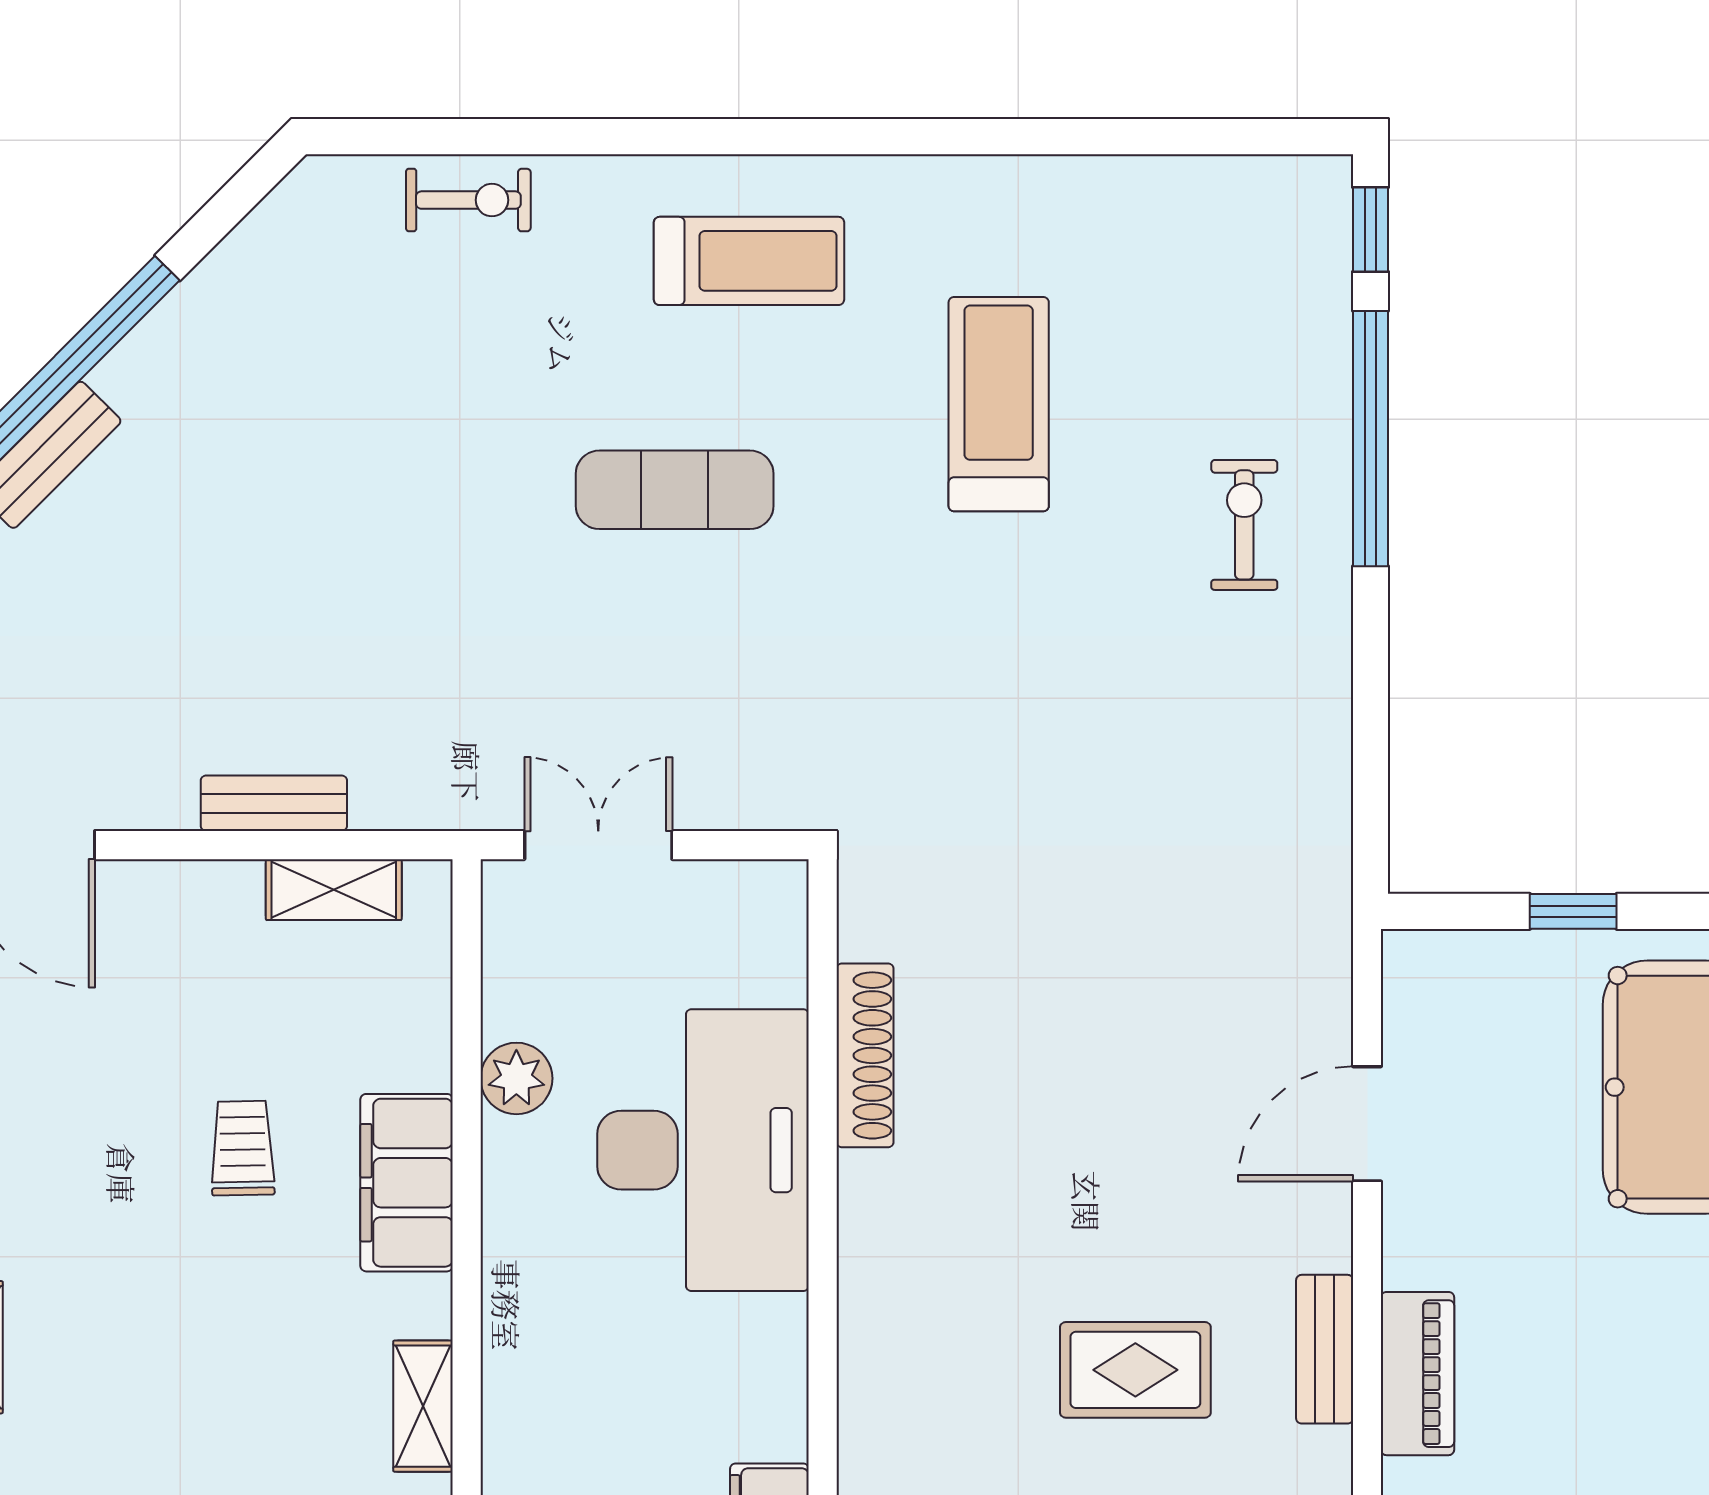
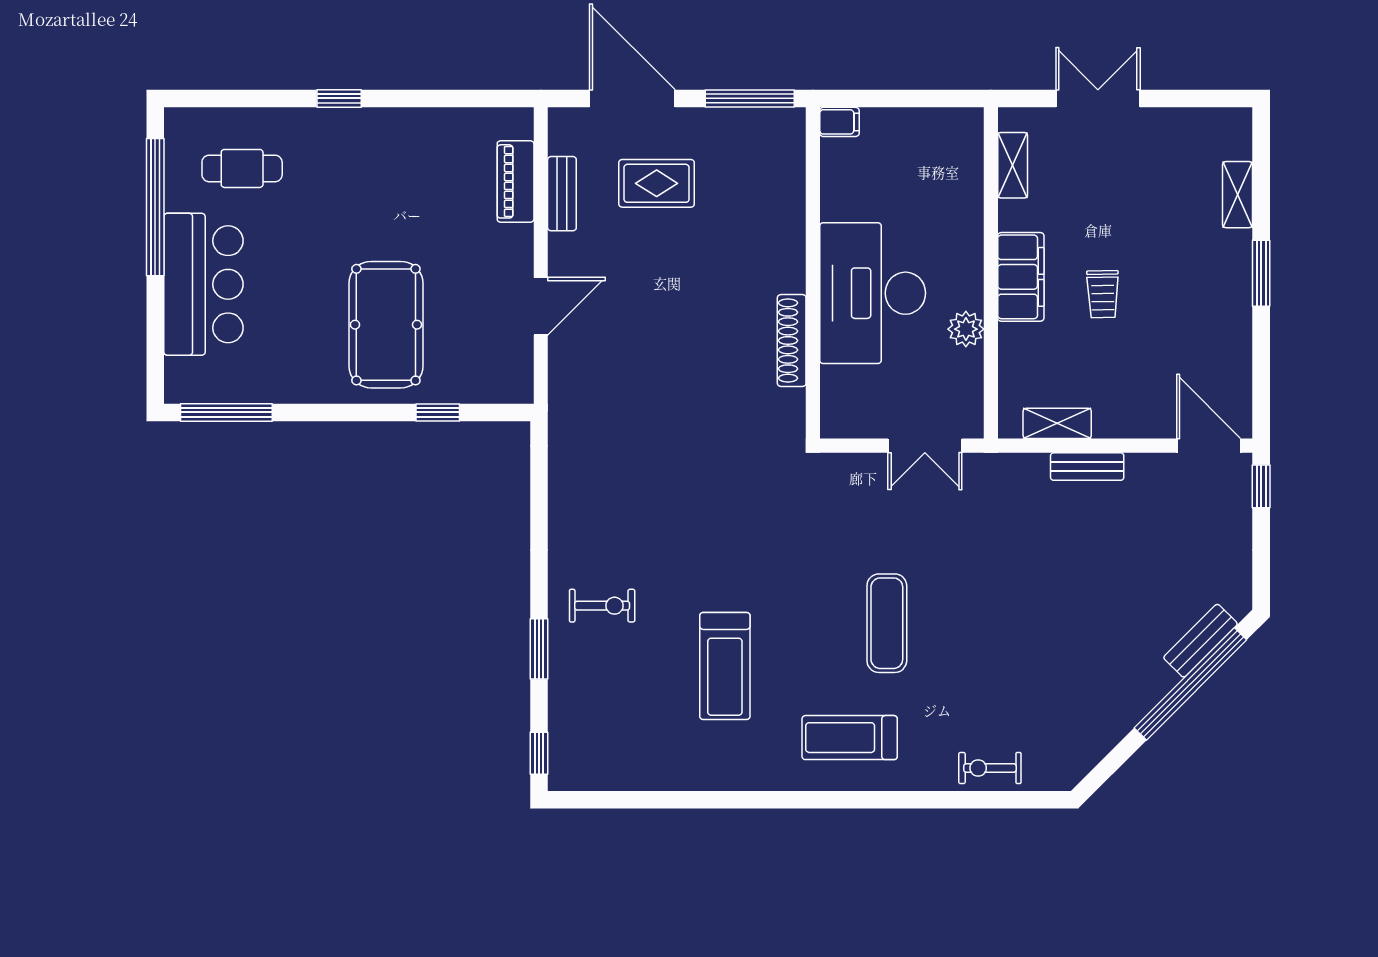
window: (1371, 439) -> (539, 649), width x0.47
exercise mat: (675, 490) -> (887, 623), turned 90
exercise bike: (1244, 525) -> (602, 606), turned -90

